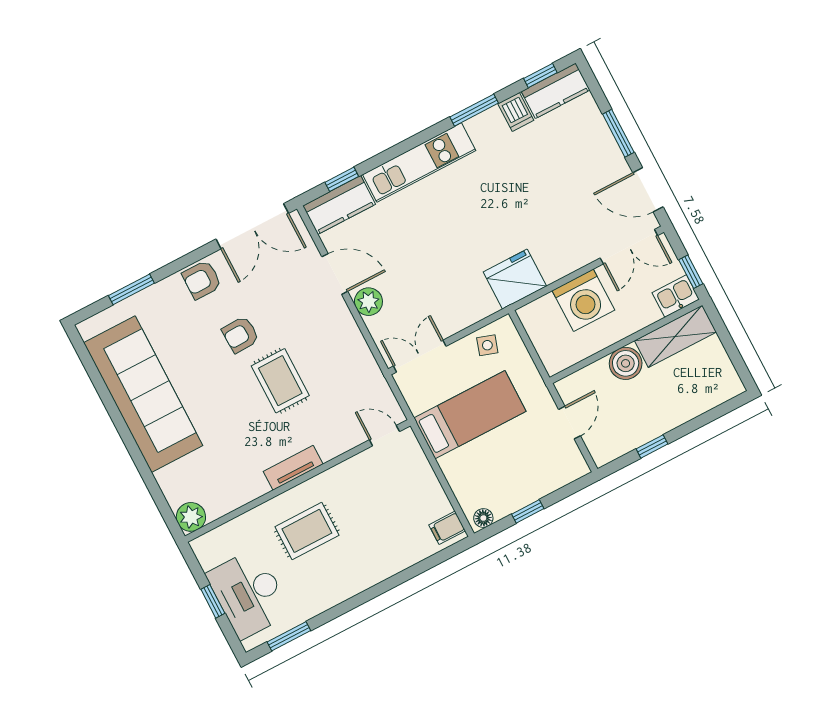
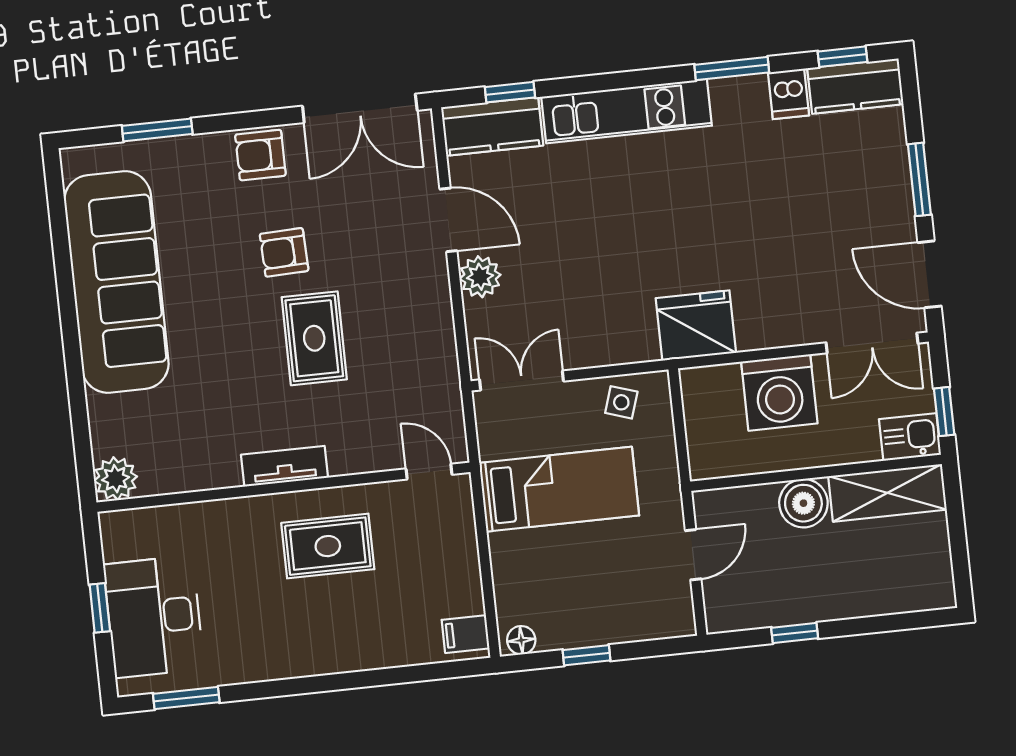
rug: (307, 531) -> (328, 546), moved

